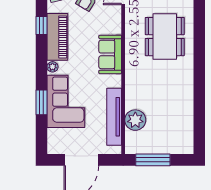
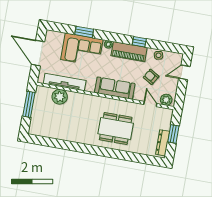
sofa: (110, 54) -> (115, 88), width x1.36

